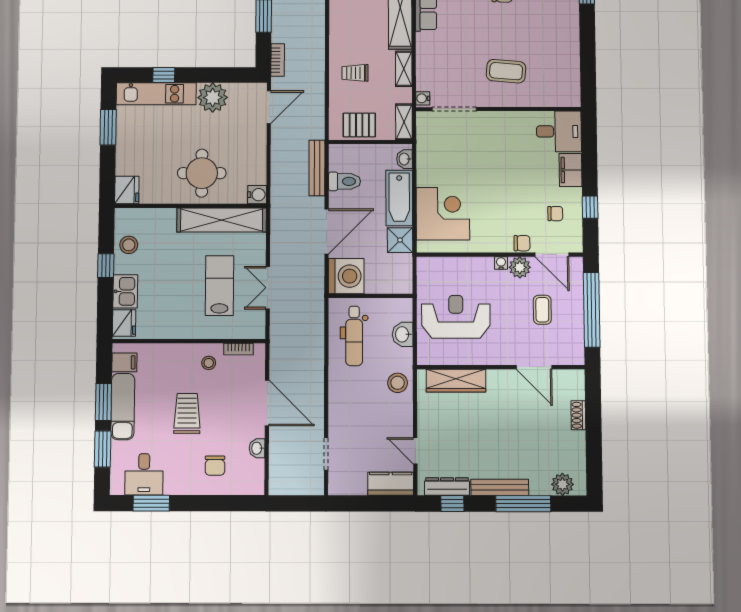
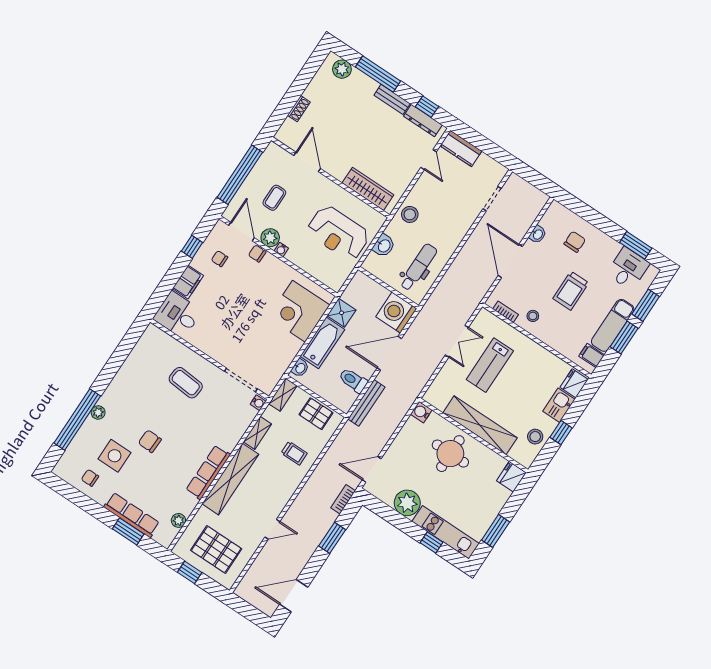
shelving: (222, 220) -> (480, 425), moved
bench: (500, 487) -> (392, 99), width x0.73

